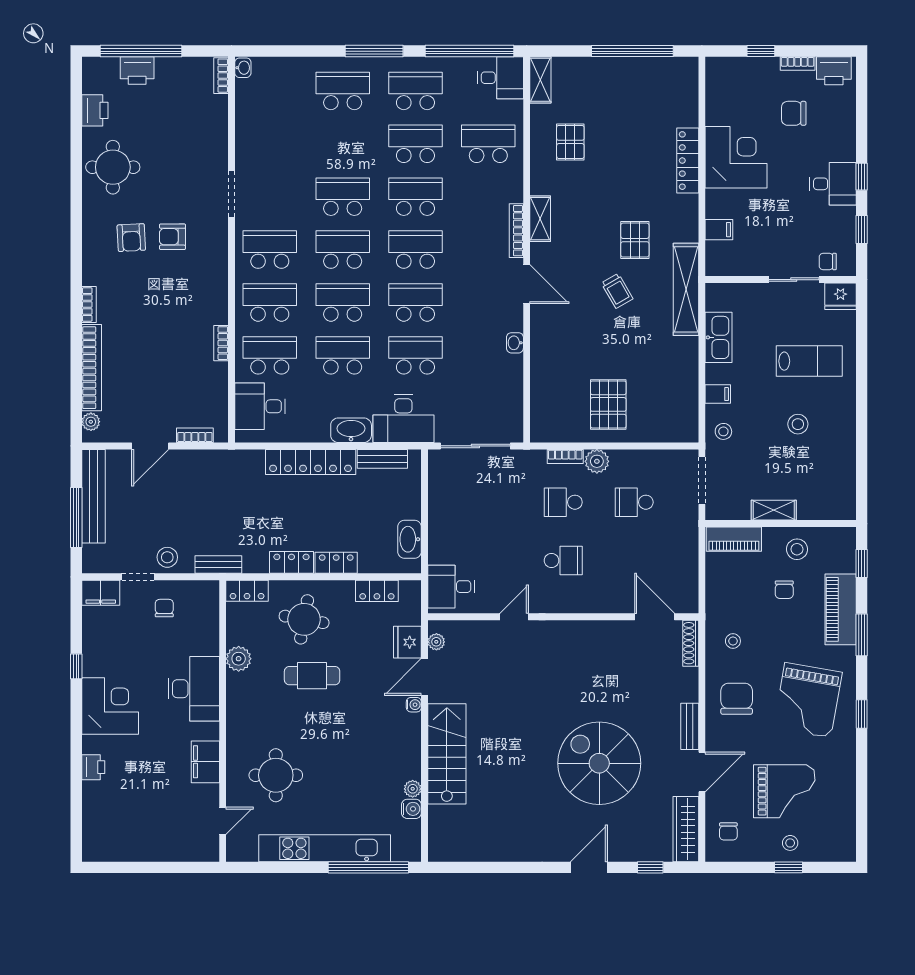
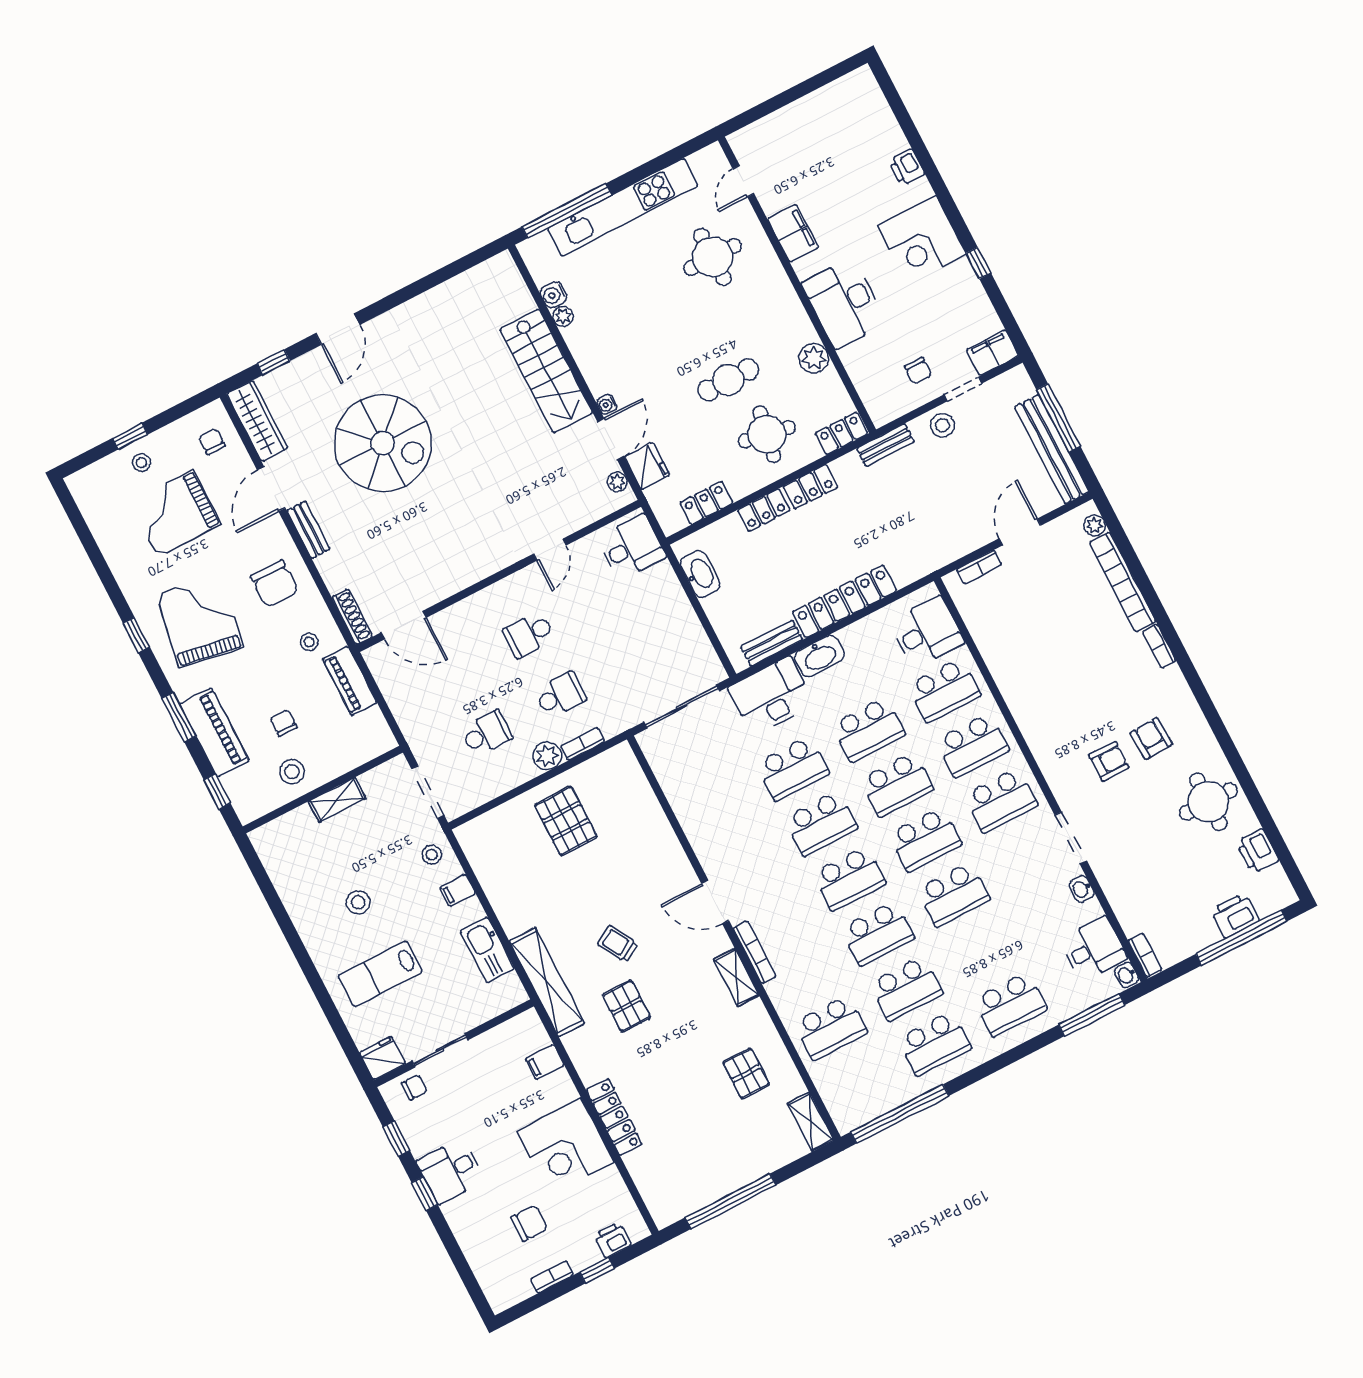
window: (374, 51) -> (1092, 1015), moved
printer: (834, 71) -> (612, 1240), moved, width x0.73, depth x0.81
desk: (501, 78) -> (1094, 949), moved, turned 180
bookcase: (221, 343) -> (1001, 677), removed
washbasin: (515, 343) -> (1082, 889), moved, turned 180
piano: (734, 539) -> (350, 681), moved, turned -90

